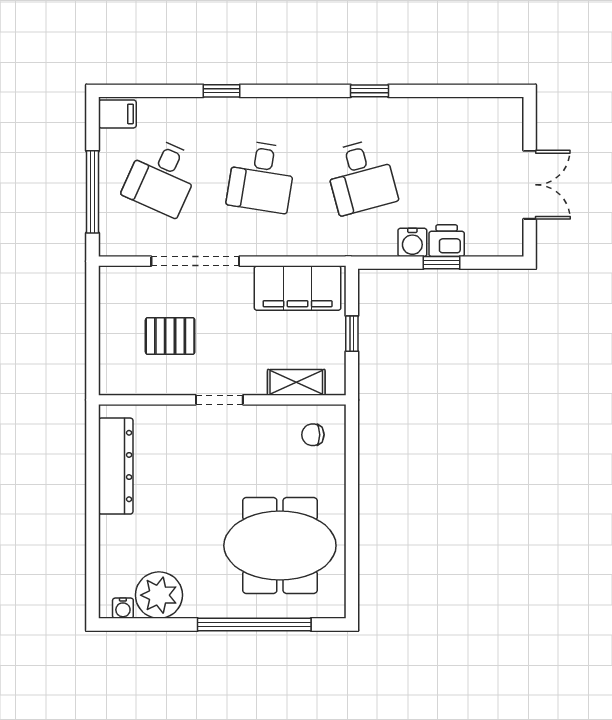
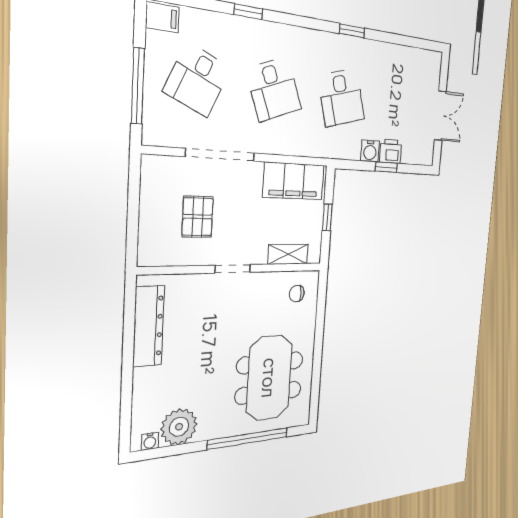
desk: (261, 177) -> (274, 89), turned -30
pallet: (170, 336) -> (198, 217), turned 90
meeting table: (280, 546) -> (269, 378), turned 90

